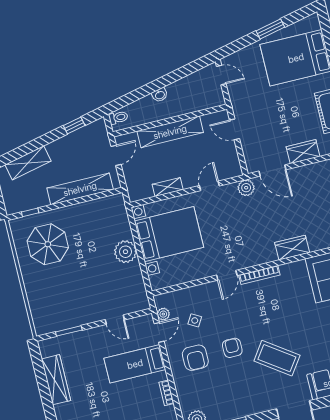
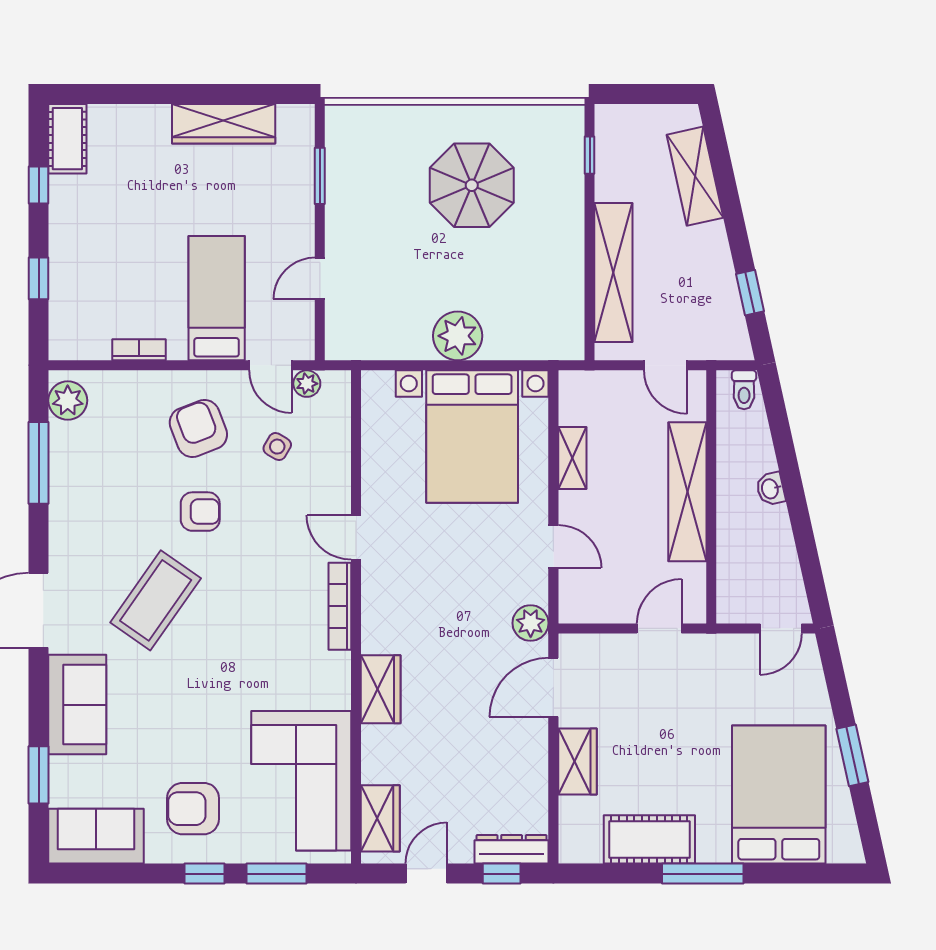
parasol: (48, 244) -> (472, 185), moved
armchair: (195, 358) -> (198, 429), turned 69

